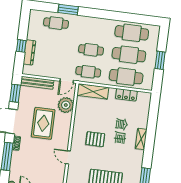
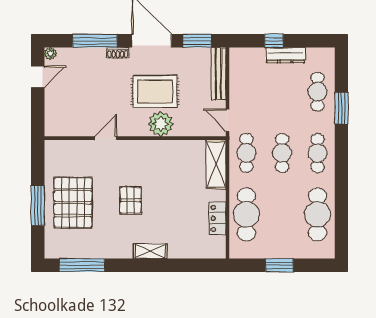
dresser: (29, 52) -> (285, 55), moved
cafe table: (129, 55) -> (317, 153), moved, width x0.73, depth x0.74
plant: (66, 105) -> (161, 124), moved
pallet: (95, 139) -> (131, 200), moved

